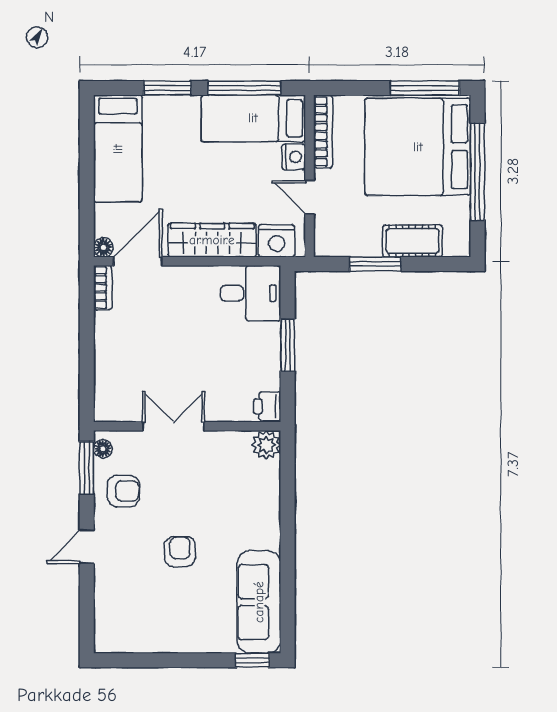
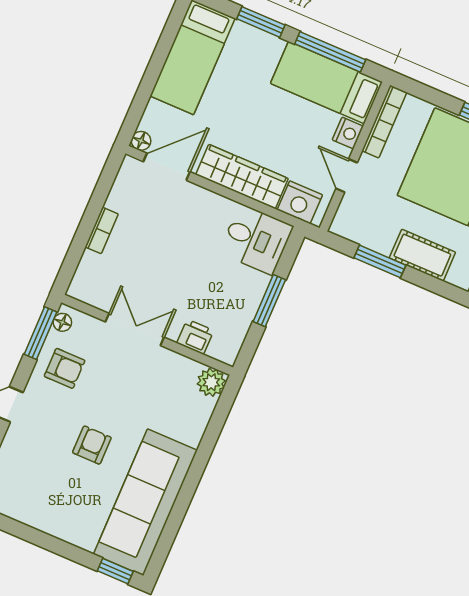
bookcase: (103, 288) -> (102, 230), moved
printer: (267, 406) -> (195, 337), moved, turned 90
sofa: (259, 602) -> (145, 502), width x1.36, depth x1.27

